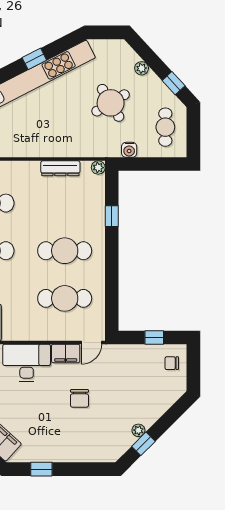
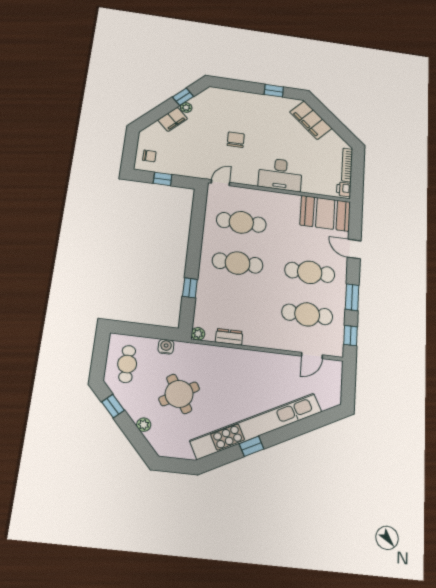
dresser: (60, 168) -> (229, 337), width x0.70
filing cabinet: (66, 353) -> (173, 119), moved, turned 135

